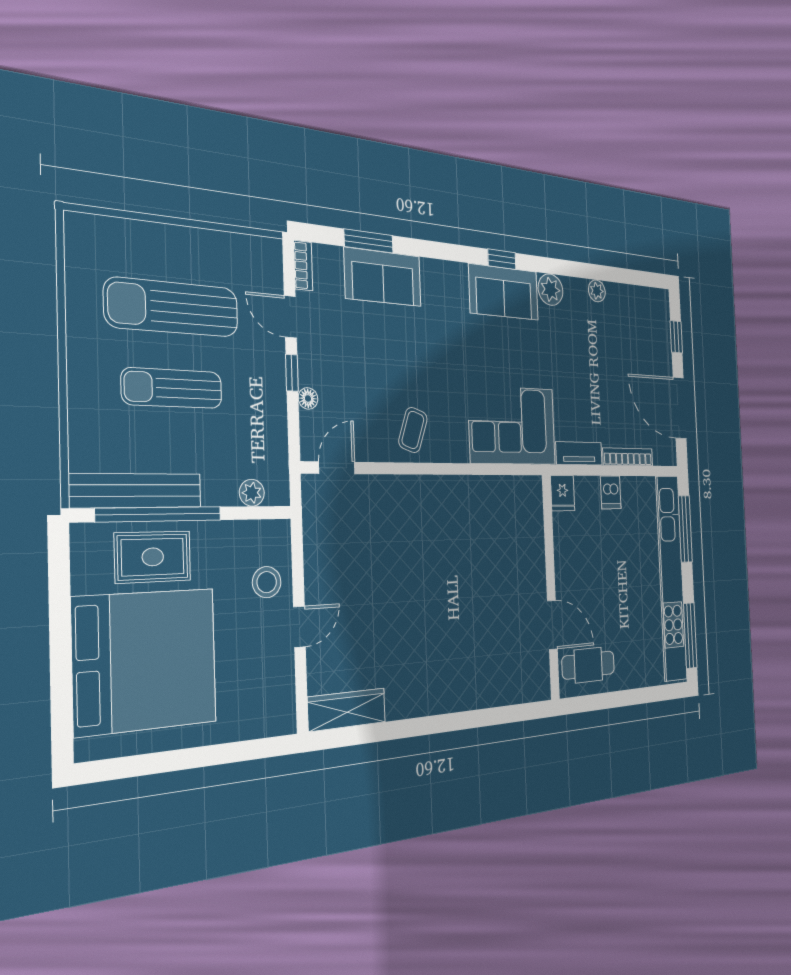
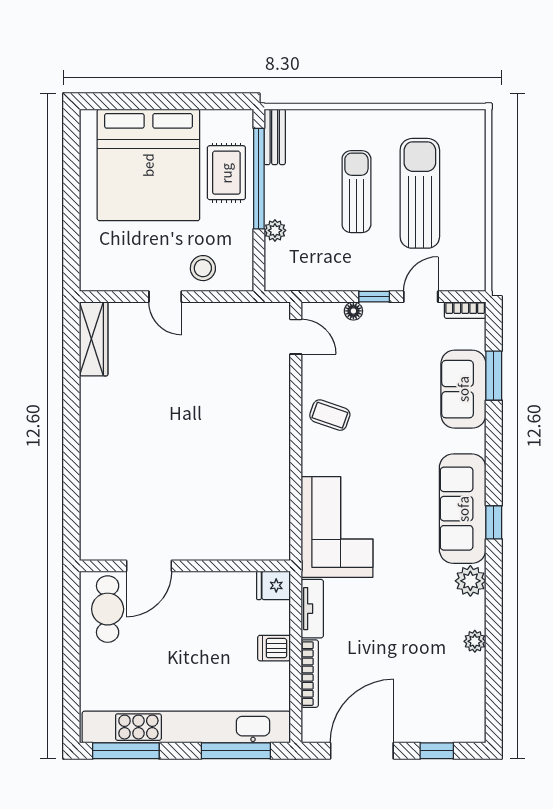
sofa: (504, 292) -> (463, 509), width x1.36
bench: (136, 491) -> (275, 137), width x0.54, depth x0.82
plant: (252, 493) -> (275, 230), moved

